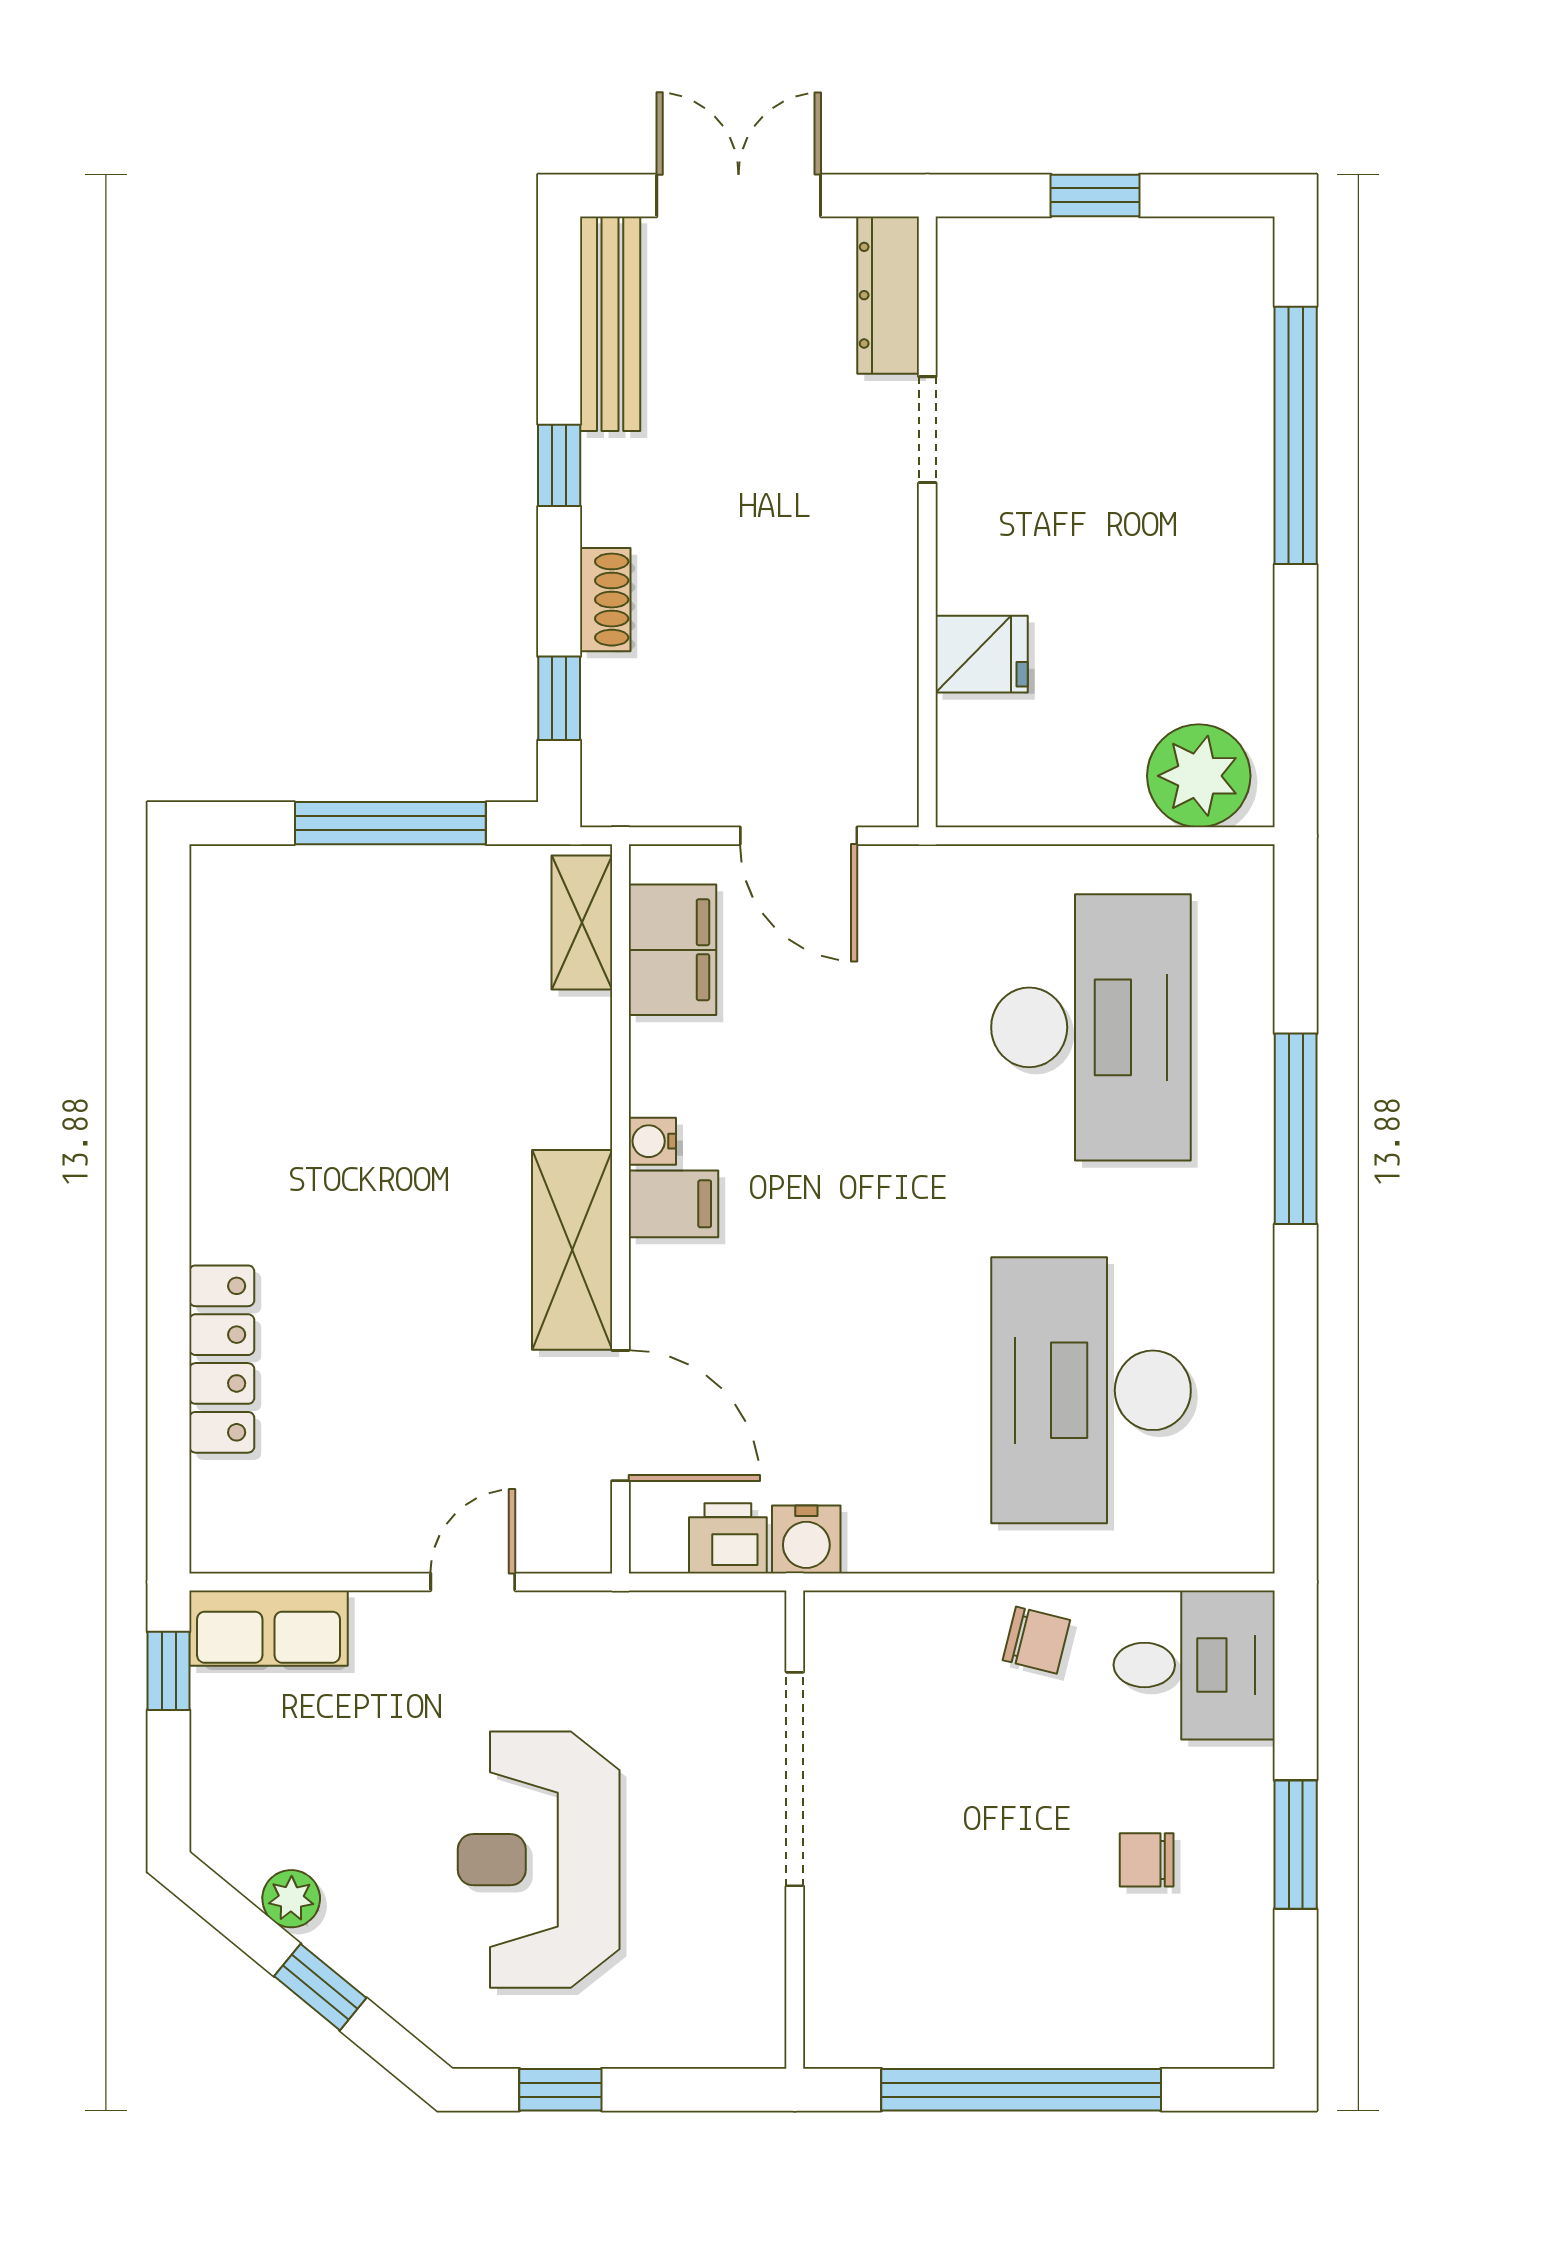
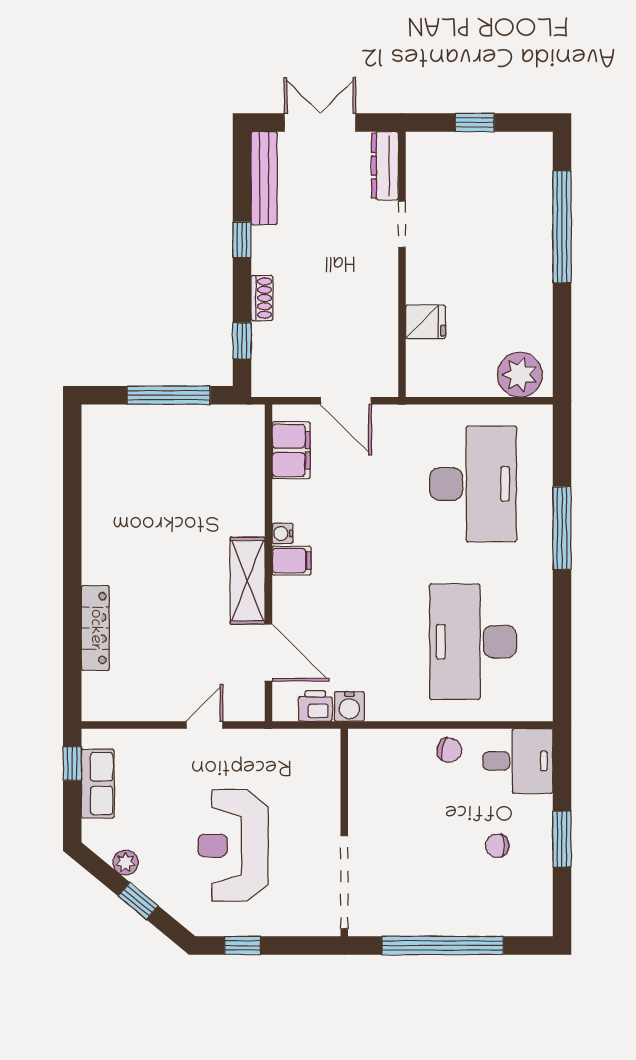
shelving: (582, 922) -> (252, 438), removed
row of seats: (269, 1628) -> (98, 784), moved, turned -90
doorway: (795, 1779) -> (344, 882), moved

